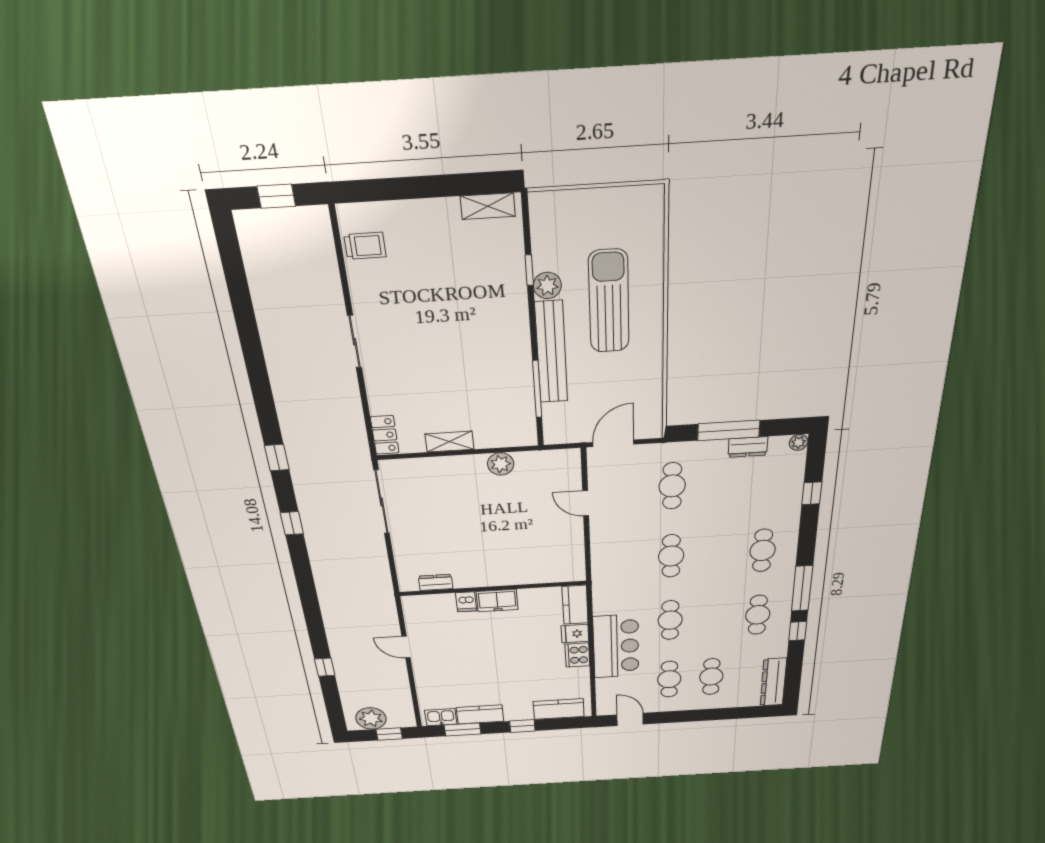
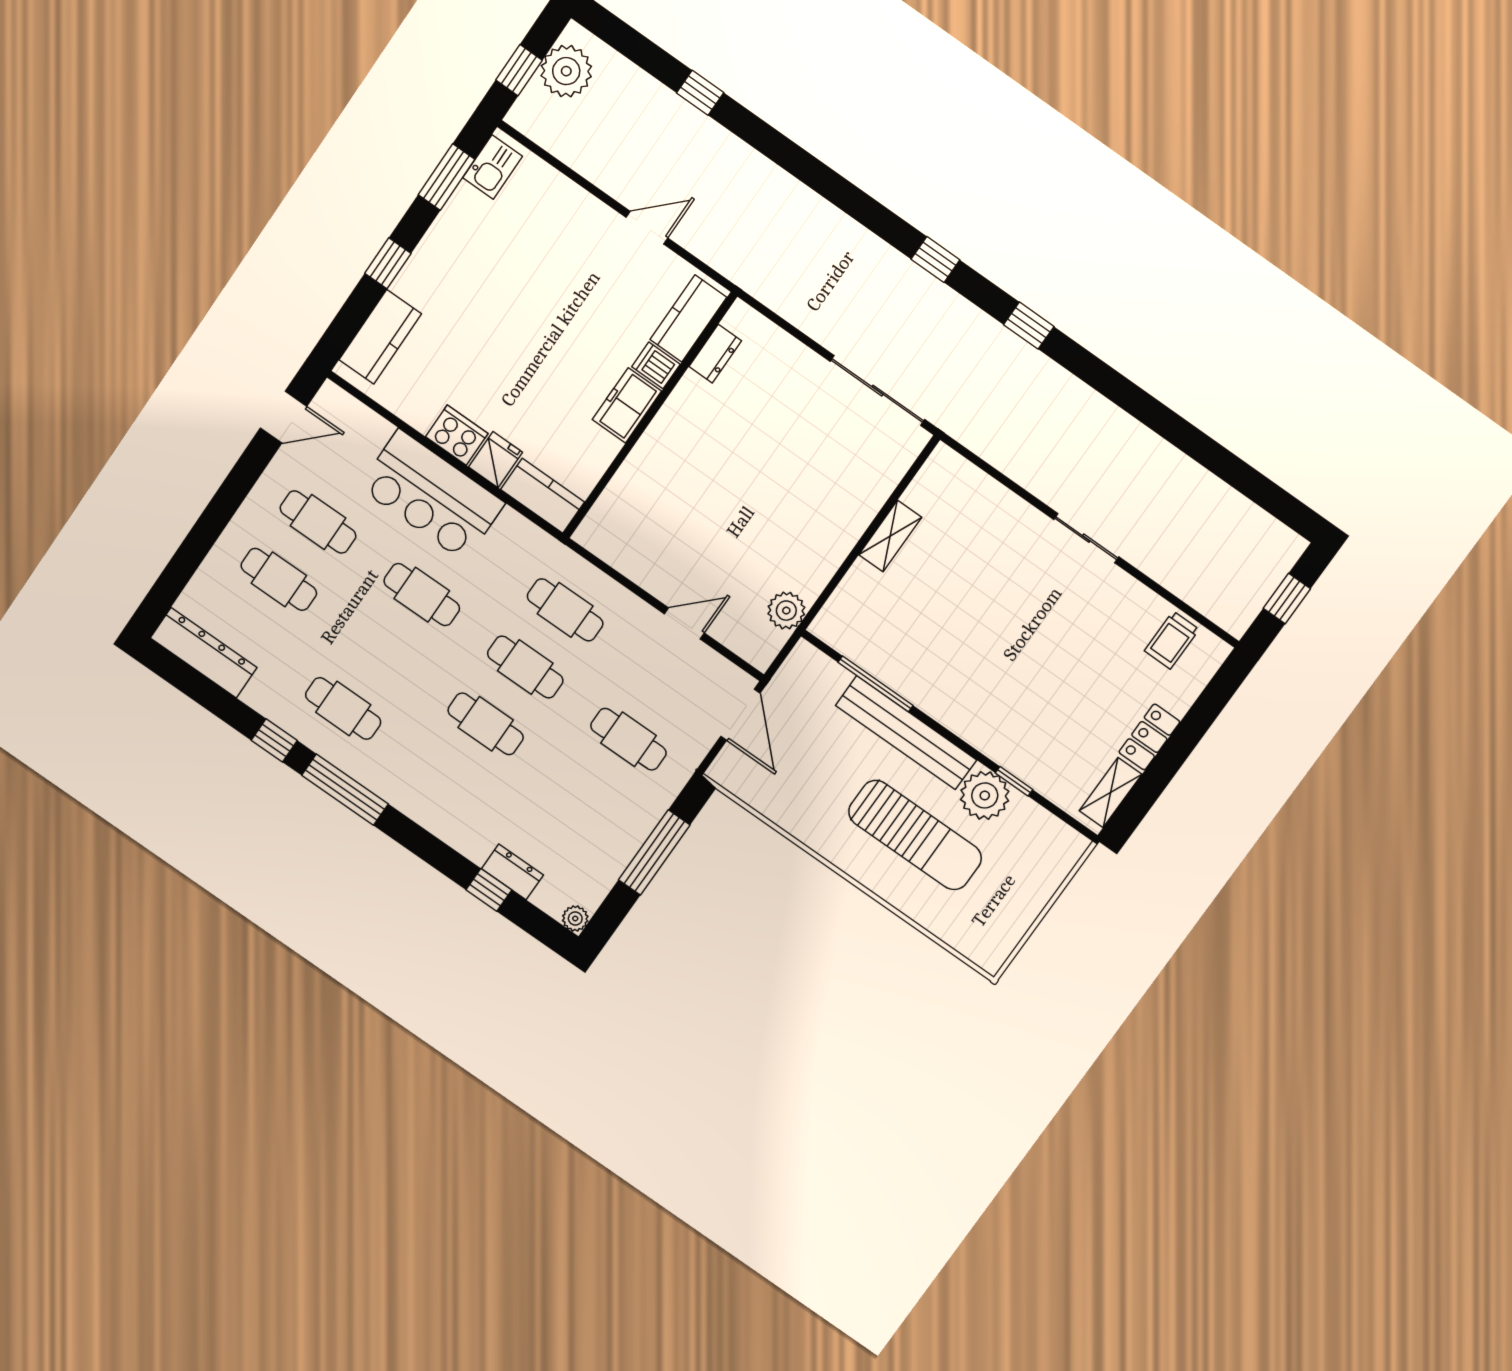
plant: (547, 285) -> (985, 795), width x1.36, depth x1.36
locker: (385, 435) -> (1149, 737), moved, turned 90
dresser: (748, 447) -> (512, 872), moved, turned 90
plant: (501, 464) -> (786, 611), moved
cafe table: (763, 550) -> (486, 724), moved
cafe table: (625, 559) -> (565, 610), added
kitchen counter: (480, 714) -> (688, 318), moved, turned 180

